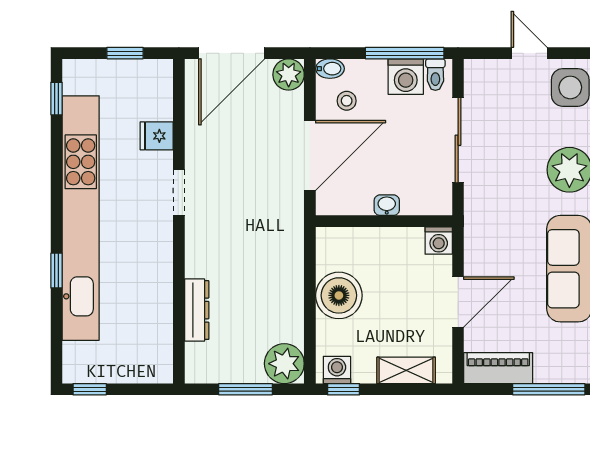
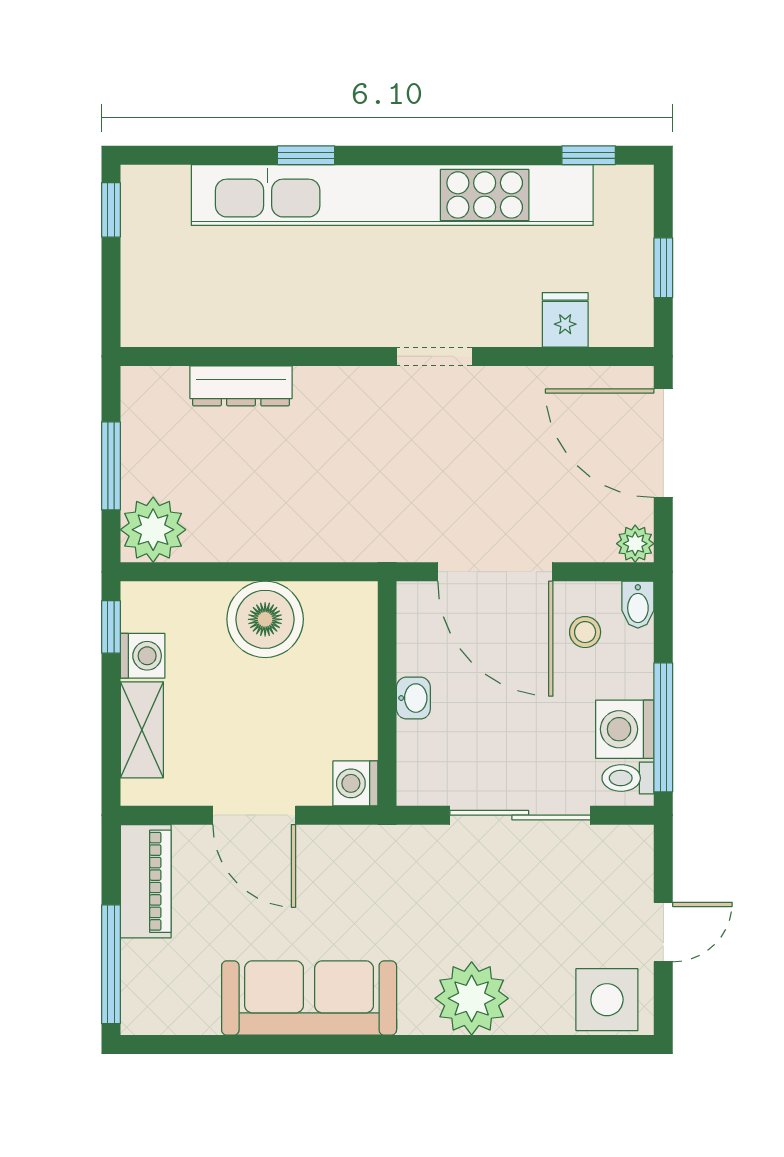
plant: (289, 75) -> (635, 544), width x0.73, depth x0.73
fridge: (157, 136) -> (565, 320), moved
washing machine: (337, 370) -> (143, 656), moved

